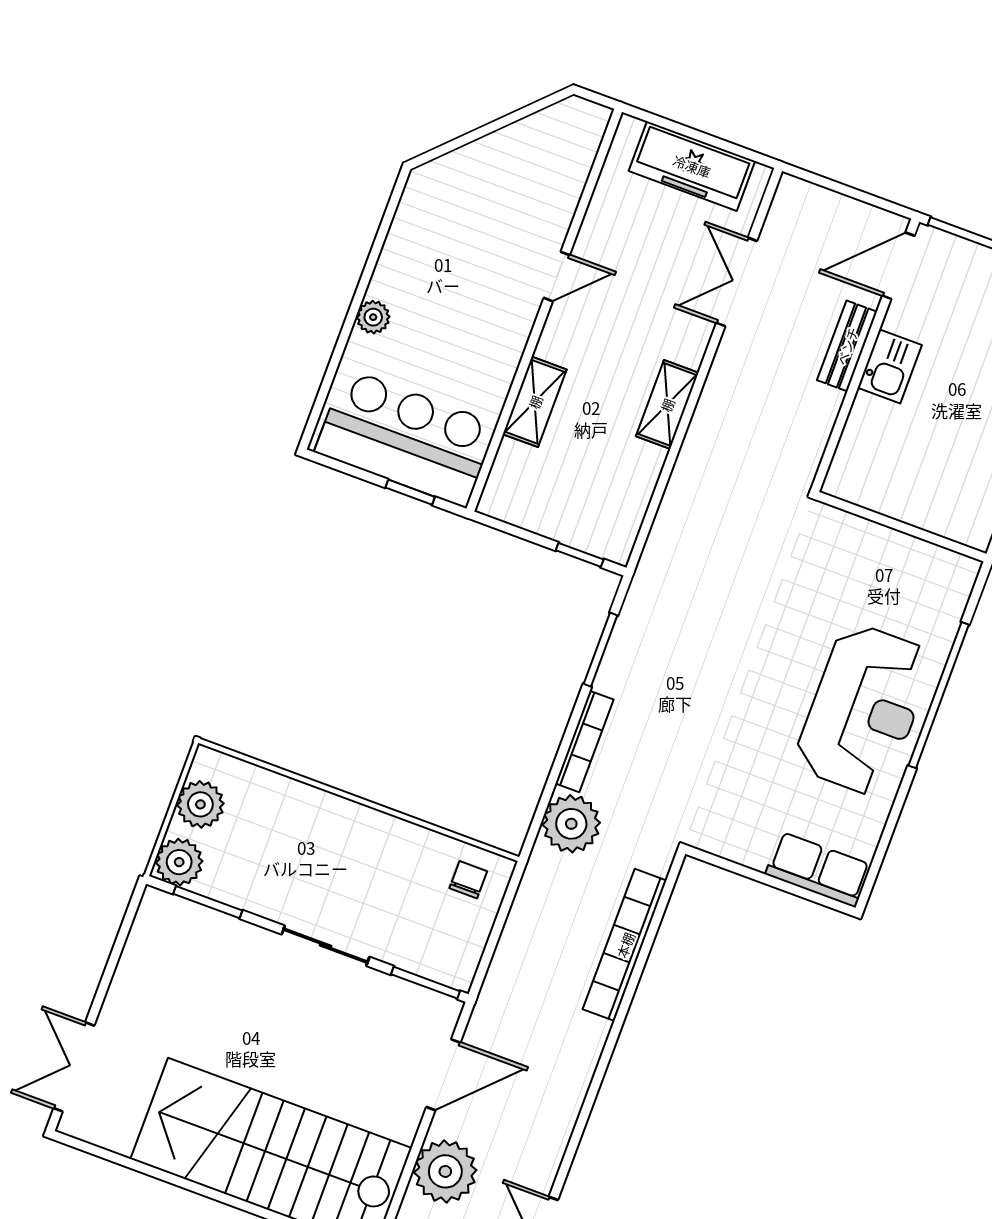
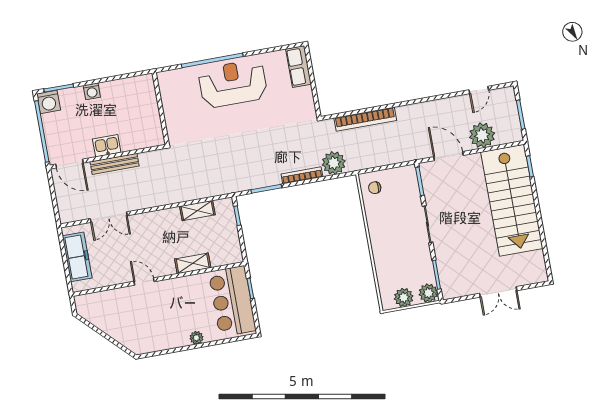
bench: (847, 346) -> (115, 164), width x1.36
shelving: (667, 405) -> (197, 211), moved
double door: (74, 1067) -> (498, 292), moved

